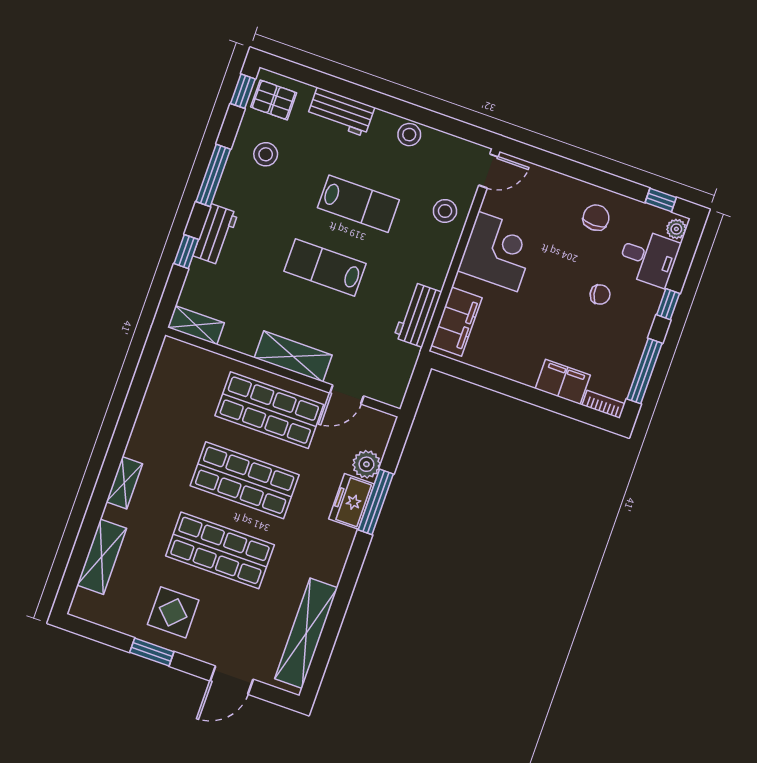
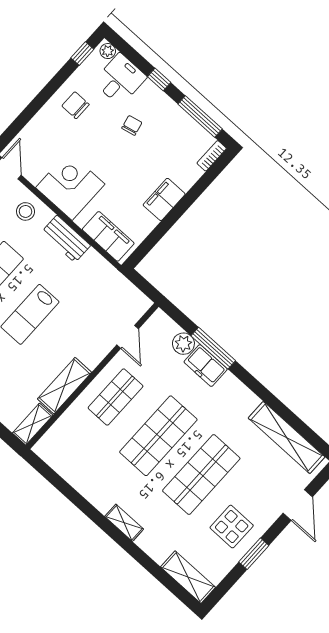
workbench: (418, 315) -> (66, 239), moved
shelving: (293, 356) -> (64, 386), moved
filing cabinet: (563, 382) -> (164, 199), moved
shop shelf: (269, 410) -> (116, 397), width x0.70, depth x0.74
shelving: (102, 557) -> (188, 577), moved

